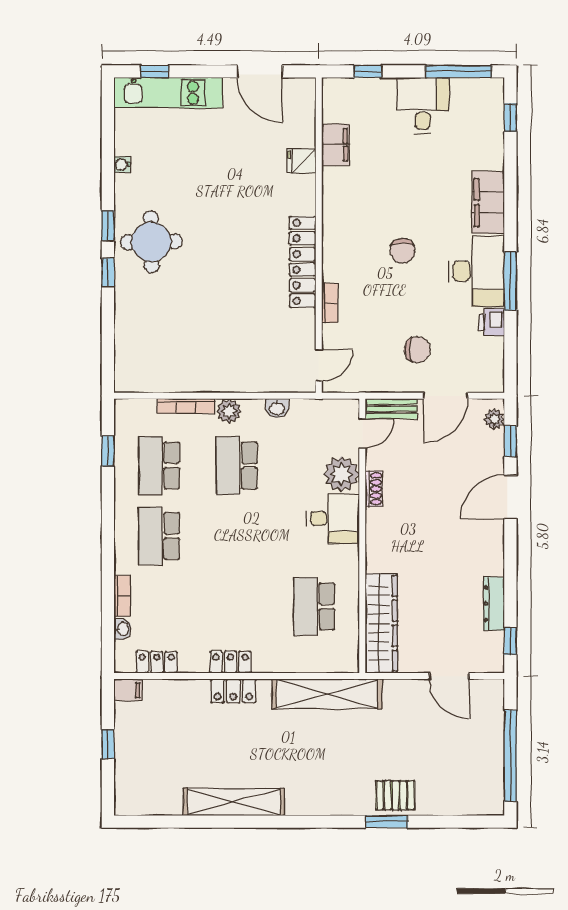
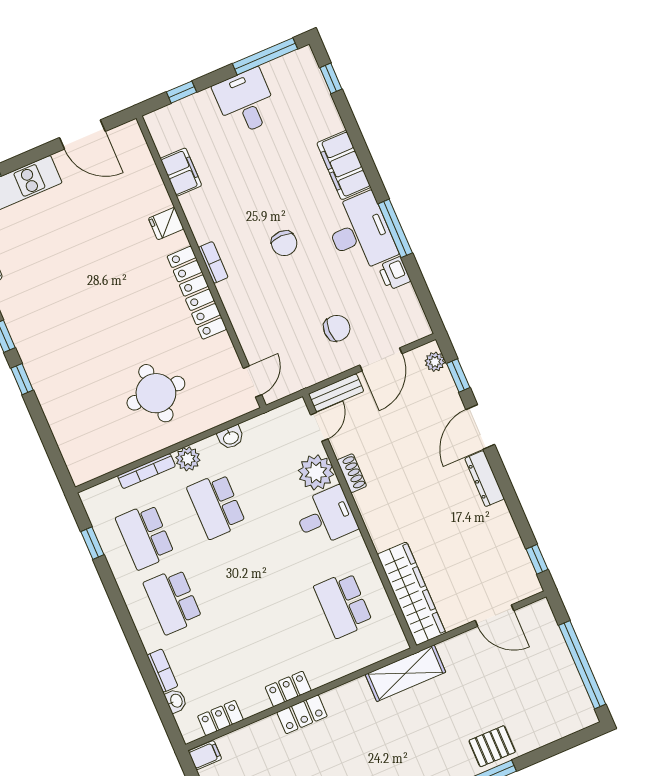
fridge: (302, 161) -> (166, 224), moved
round table: (151, 242) -> (156, 393), moved
bookcase: (330, 303) -> (213, 262), moved
dresser: (494, 604) -> (485, 479), moved
shelving: (327, 694) -> (405, 673), width x0.68

